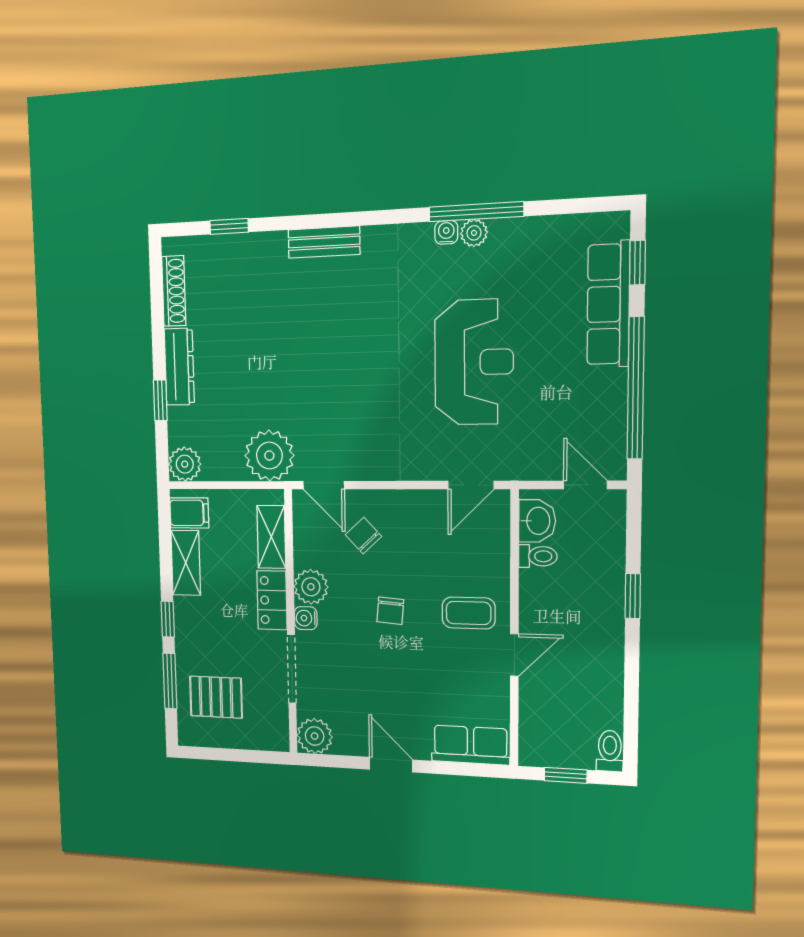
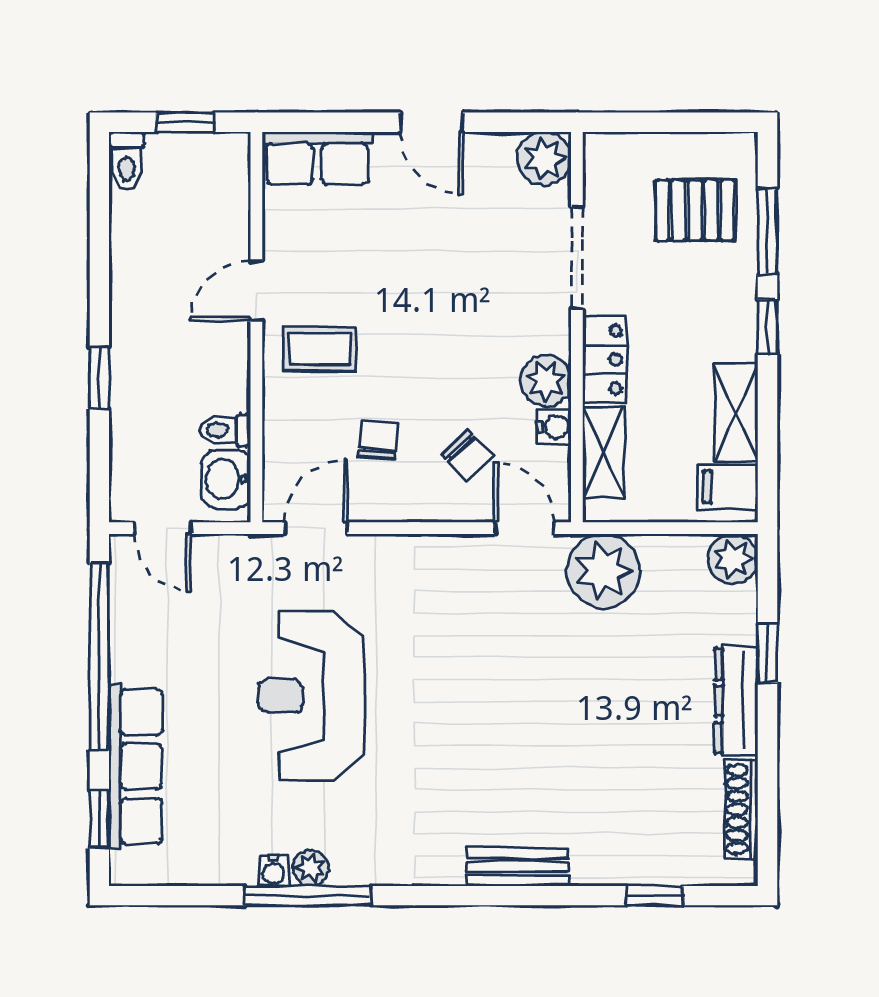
water cooler: (446, 232) -> (274, 871), moved
chair: (390, 611) -> (378, 439), moved
water cooler: (306, 618) -> (554, 427), moved

